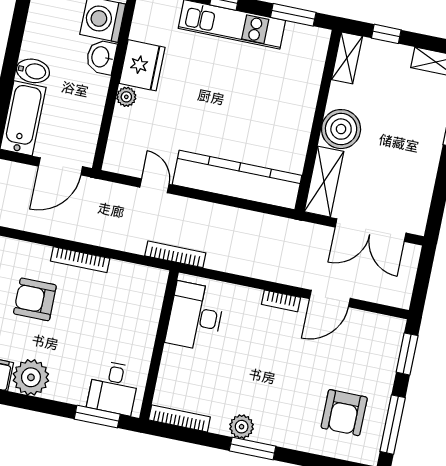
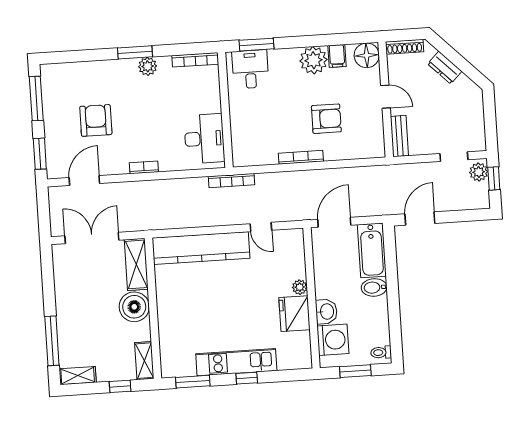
door: (330, 299) -> (84, 181), moved
armchair: (344, 413) -> (96, 120), moved

